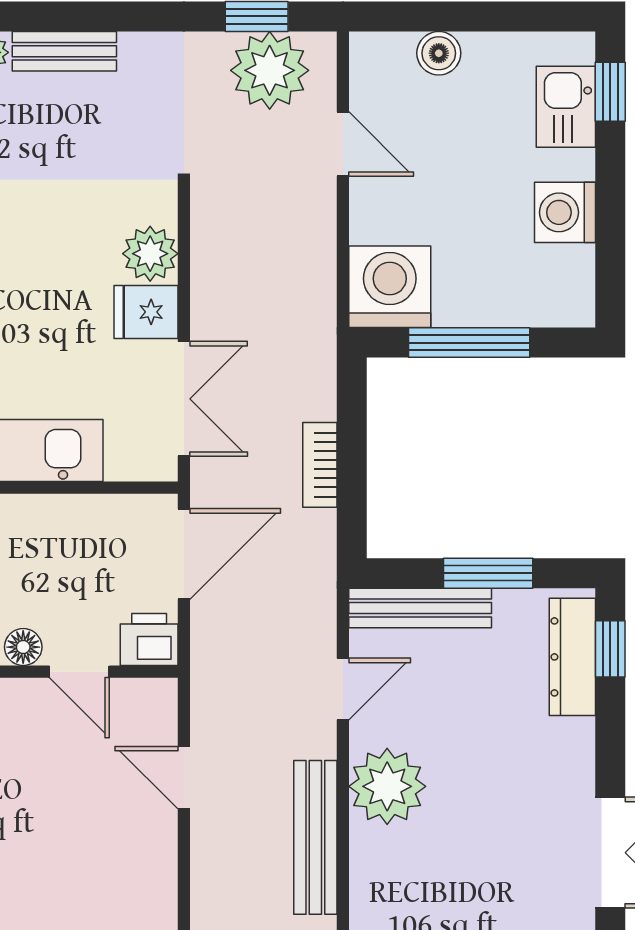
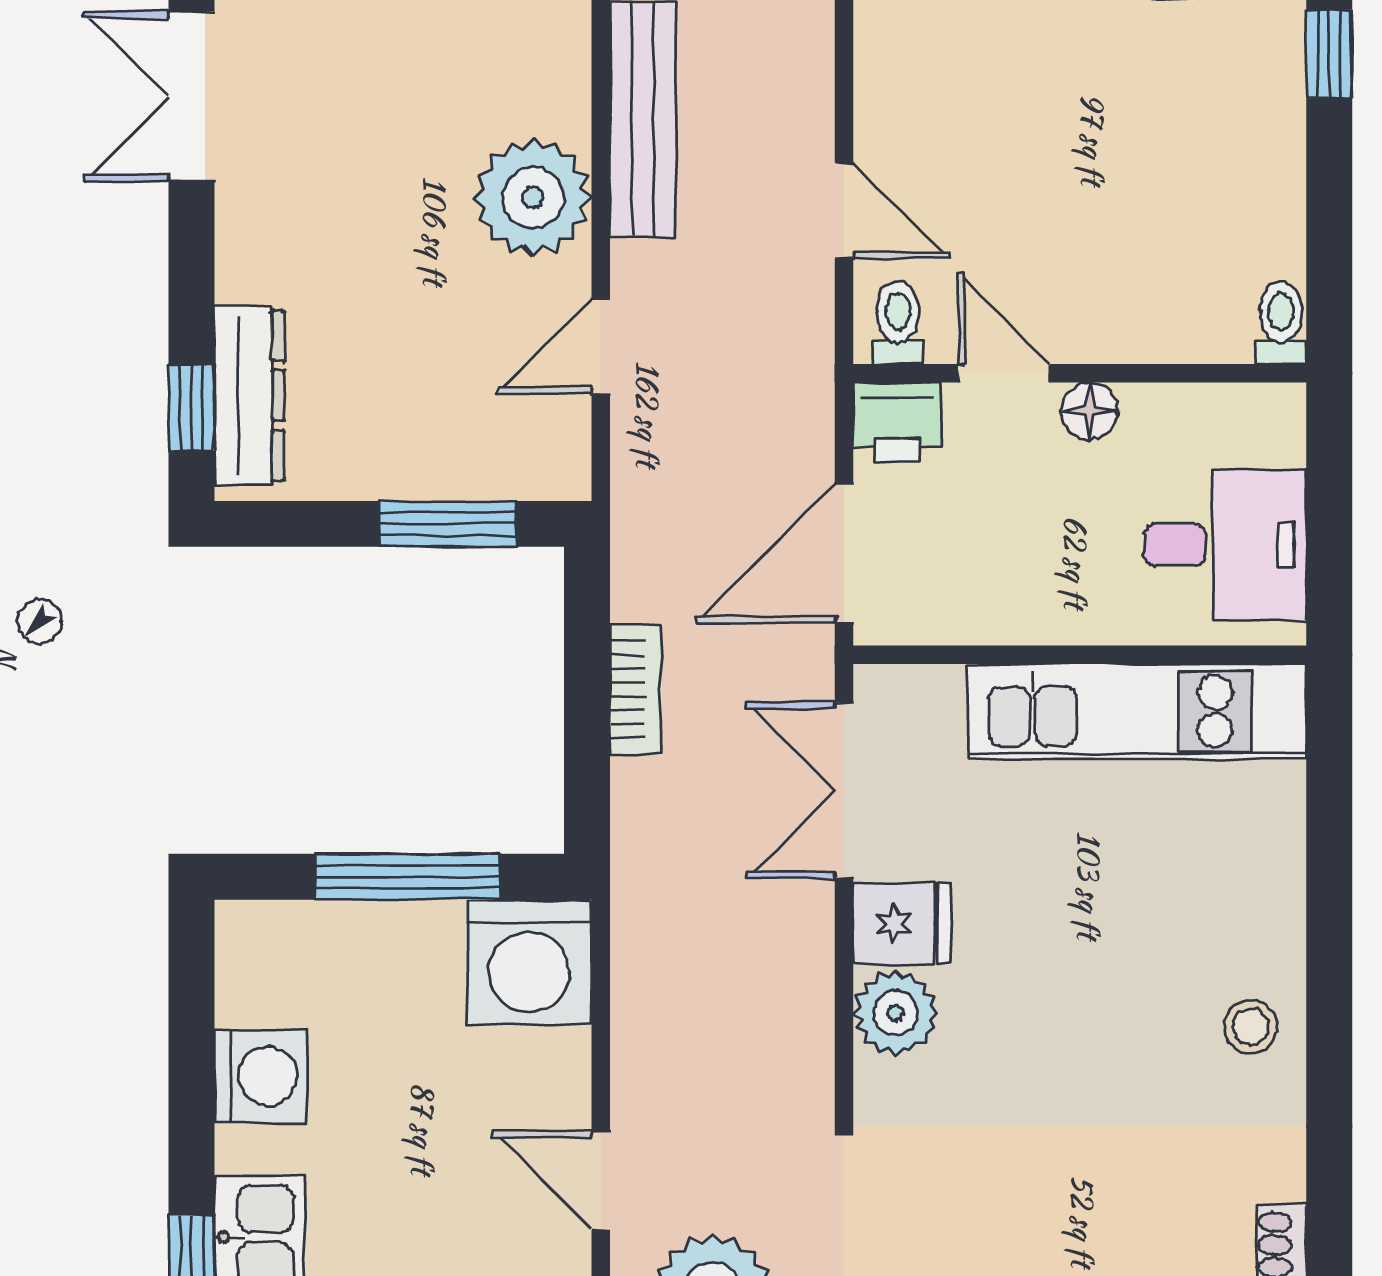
window: (488, 573) -> (448, 524), moved
bench: (420, 608) -> (483, 470), removed
toilet: (148, 705) -> (898, 323), added

